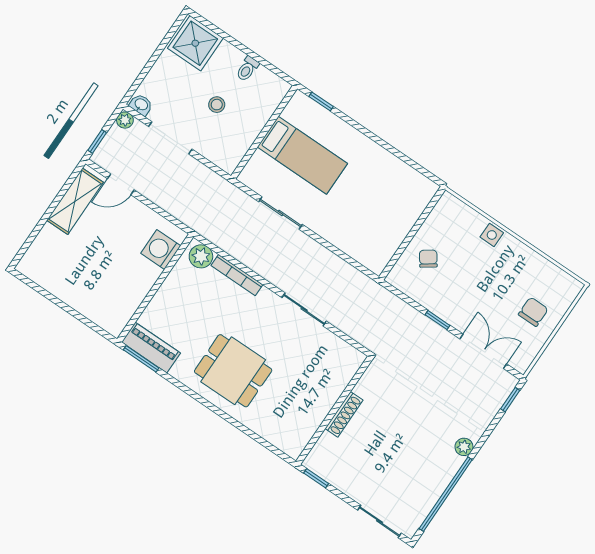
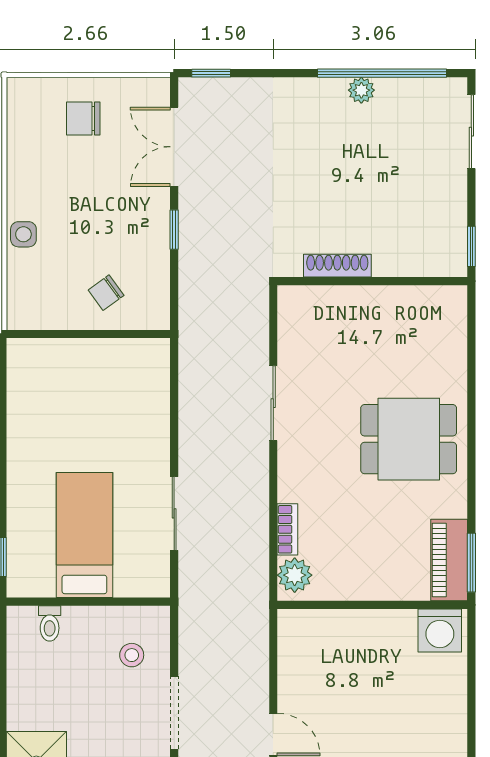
toilet: (247, 69) -> (50, 623), moved, turned 90
stool: (217, 105) -> (132, 655), moved
washing machine: (161, 250) -> (440, 630), moved
bookcase: (237, 275) -> (287, 529), width x0.64
dining table: (233, 371) -> (409, 439), turned 90
shoe rack: (344, 414) -> (337, 266), moved
plant: (464, 447) -> (361, 90), moved

